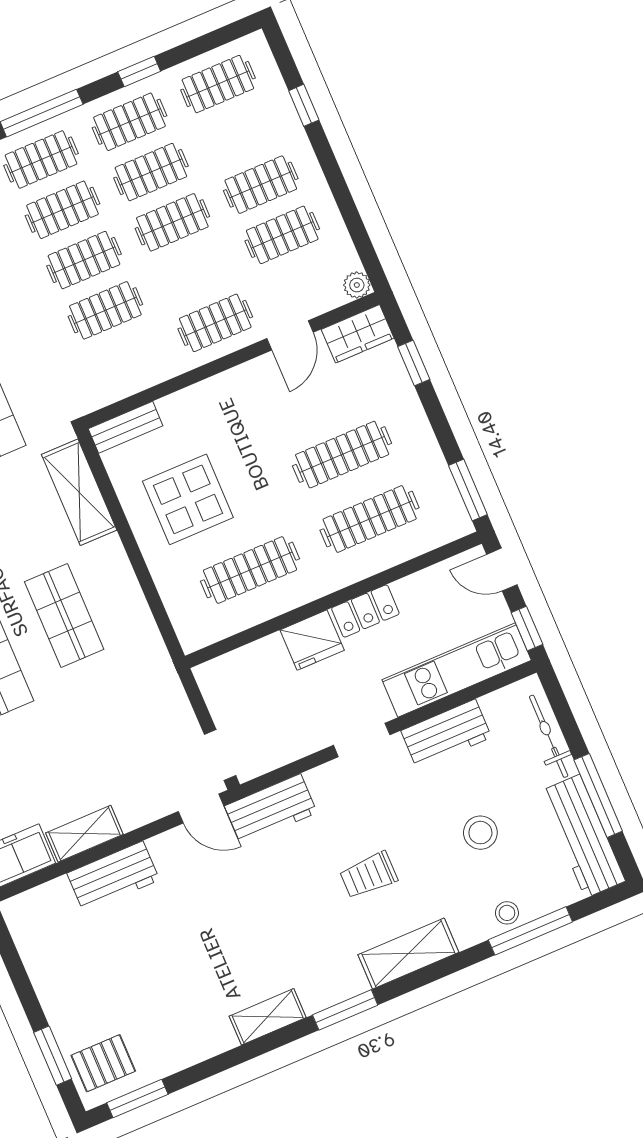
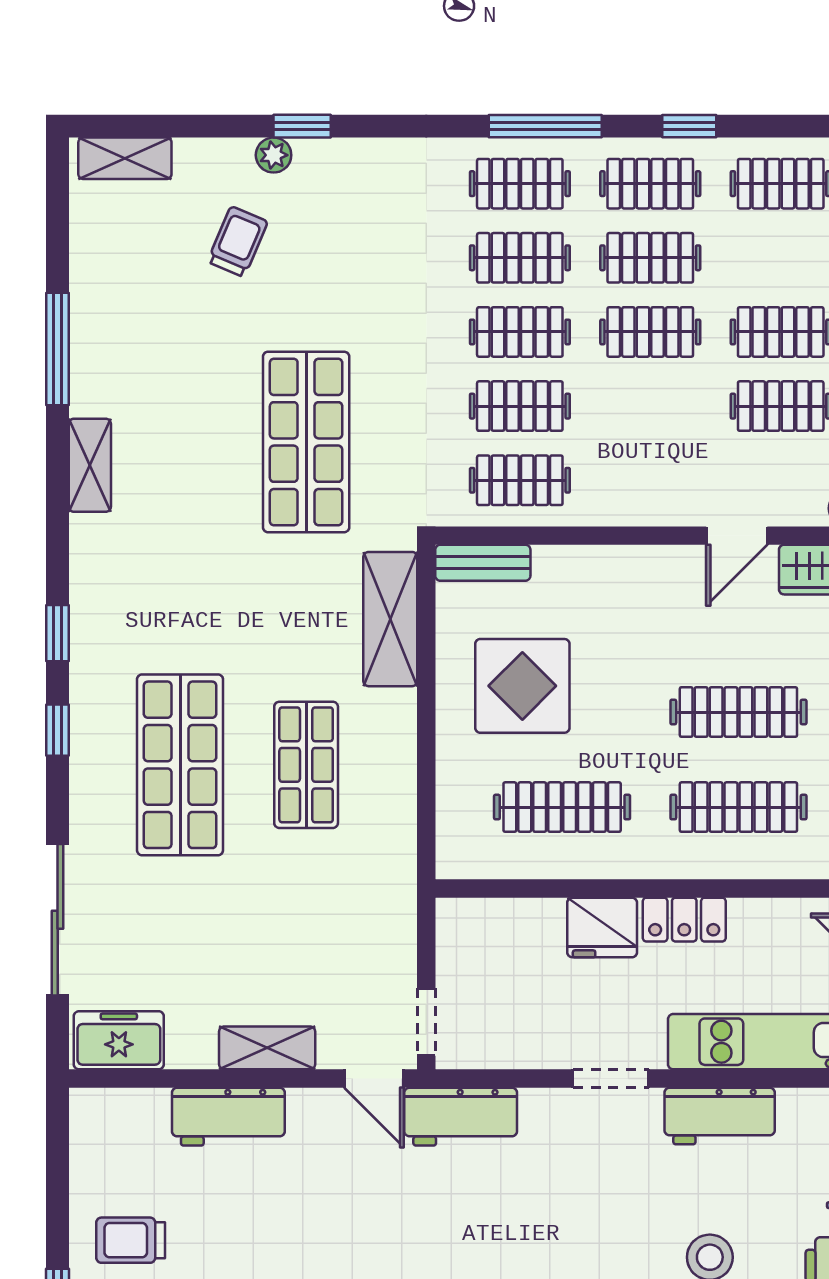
clothes rail: (215, 323) -> (520, 480), moved
shelving: (84, 834) -> (267, 1048), moved
trolley: (368, 875) -> (131, 1240), moved

